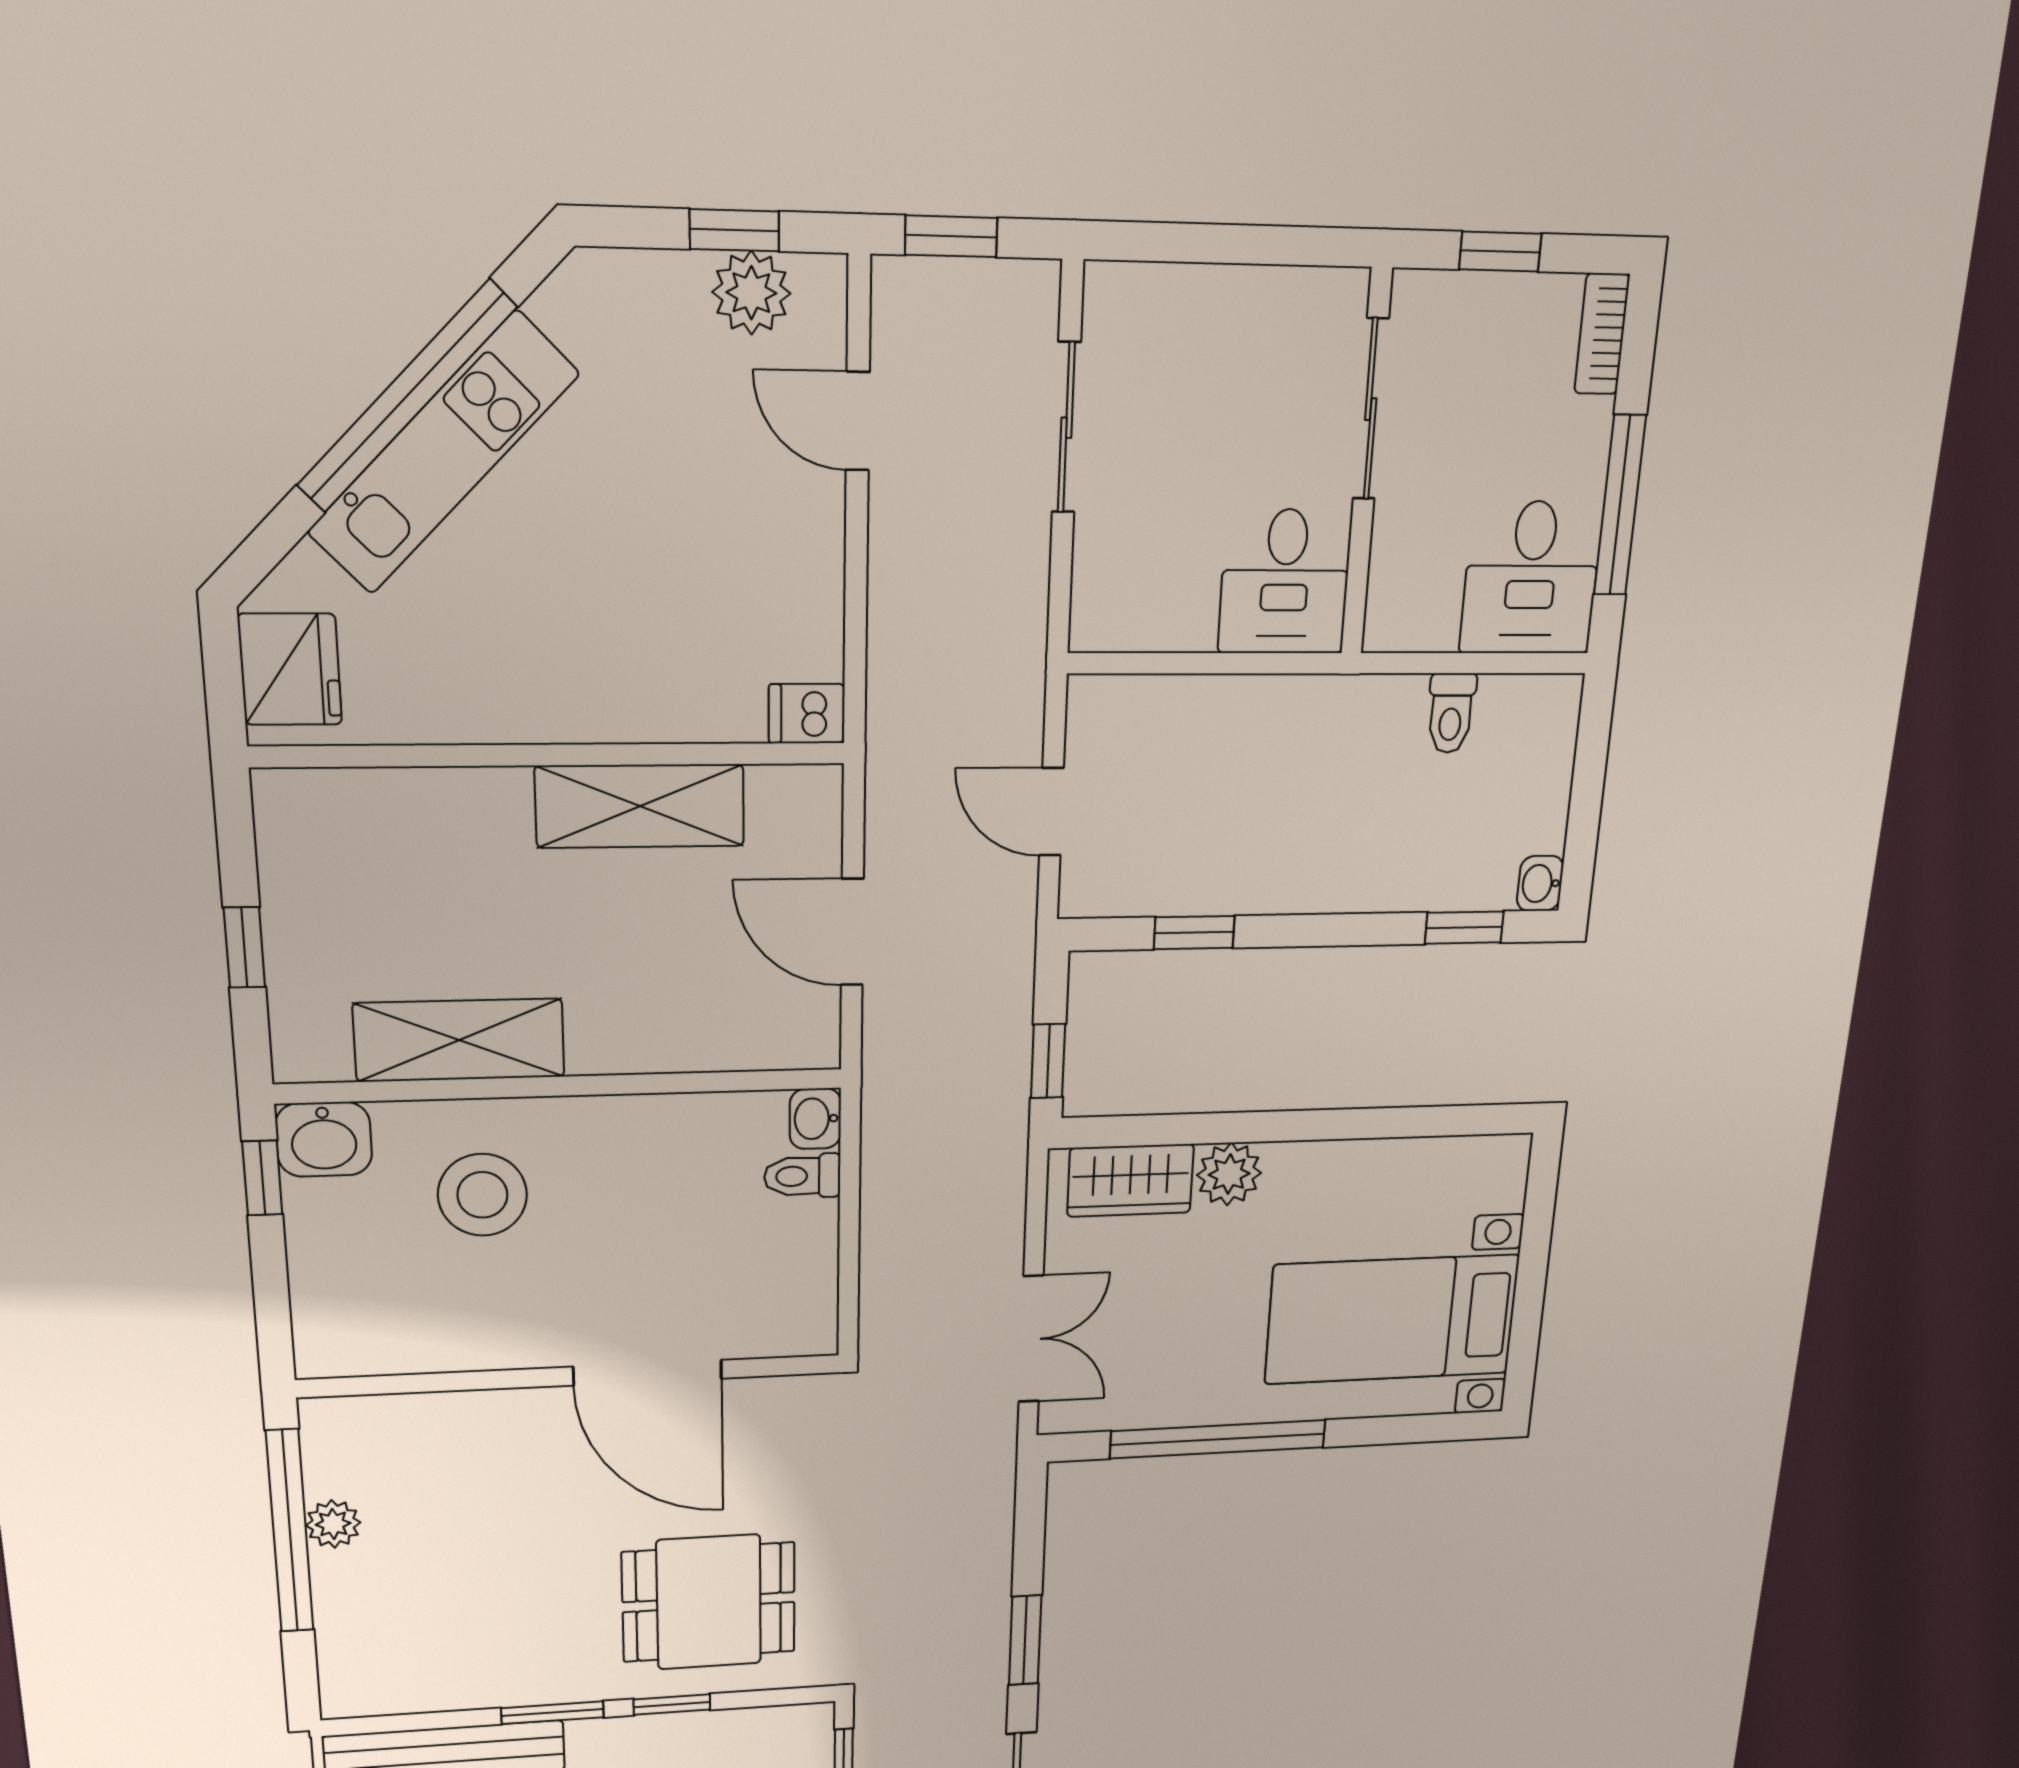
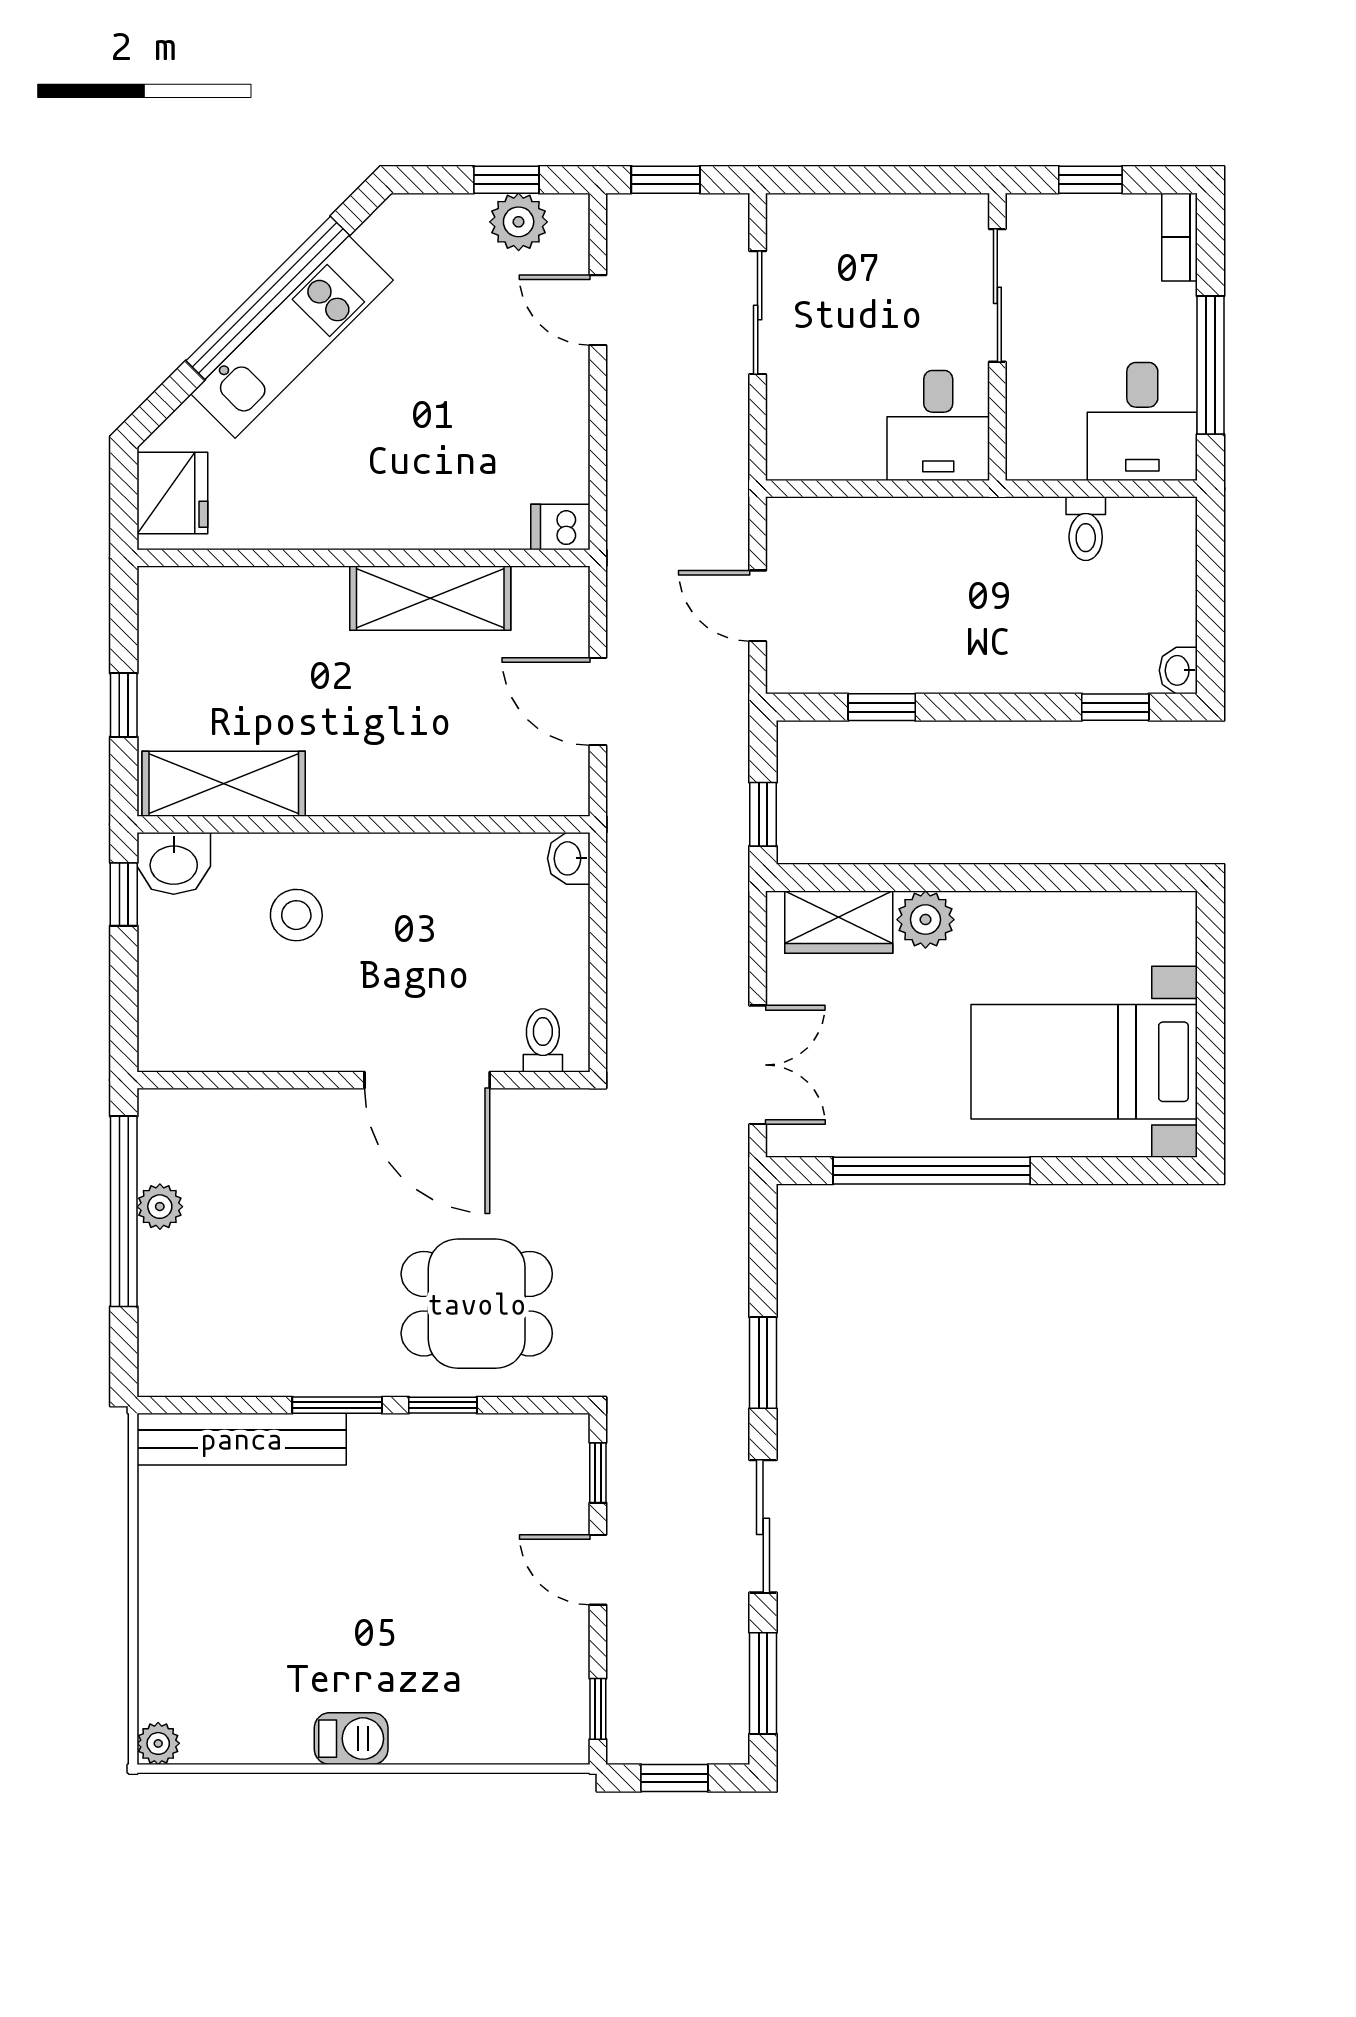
shelving: (459, 1040) -> (224, 784), moved
toilet: (802, 1176) -> (543, 1040), moved, turned 90
stool: (482, 1195) -> (296, 915), width x0.73, depth x0.73

